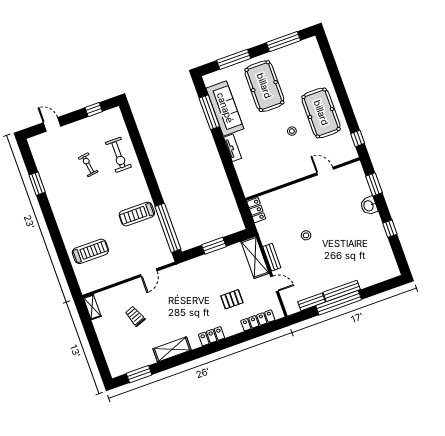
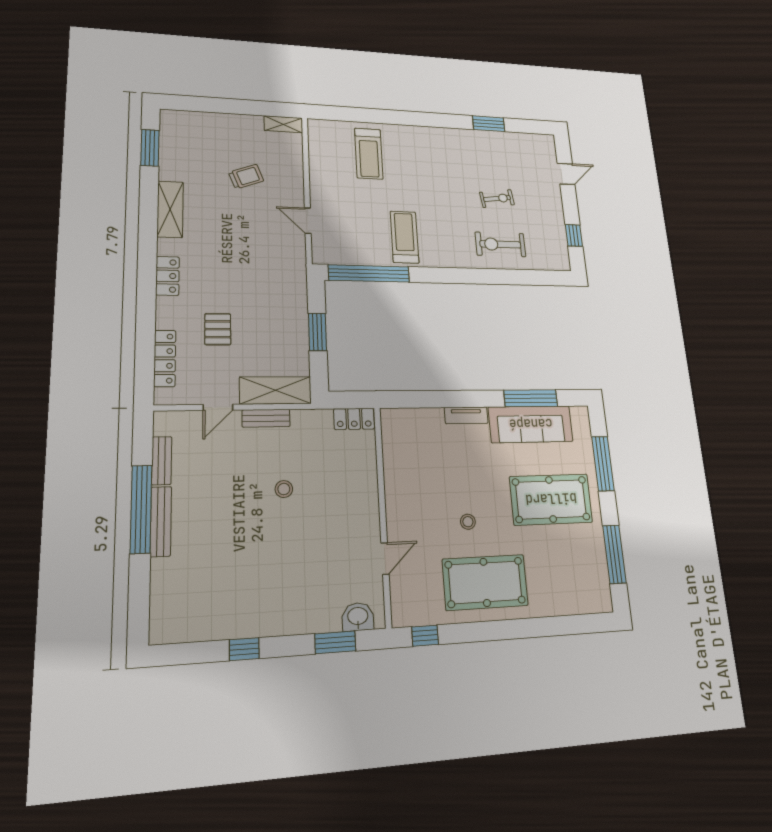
washbasin: (369, 206) -> (358, 617), moved

